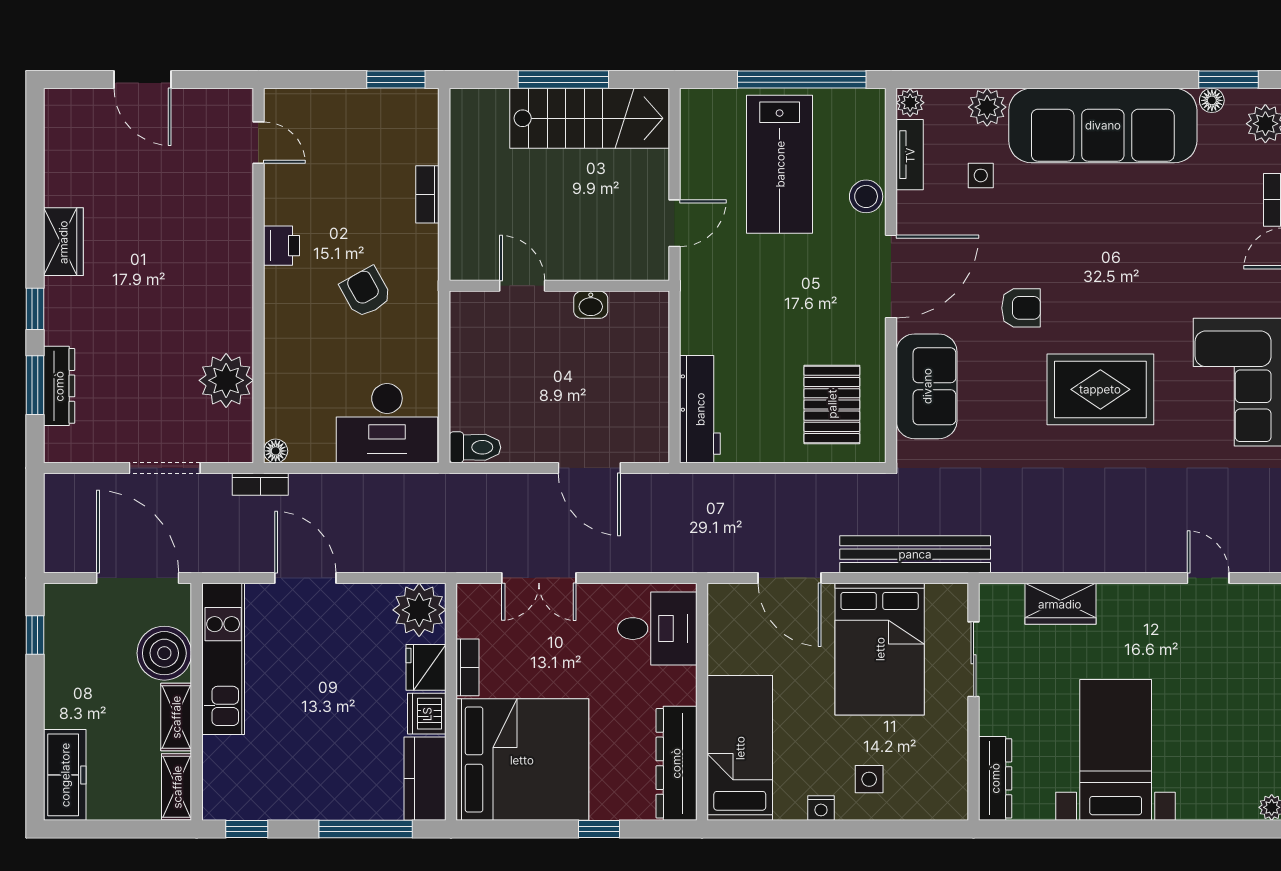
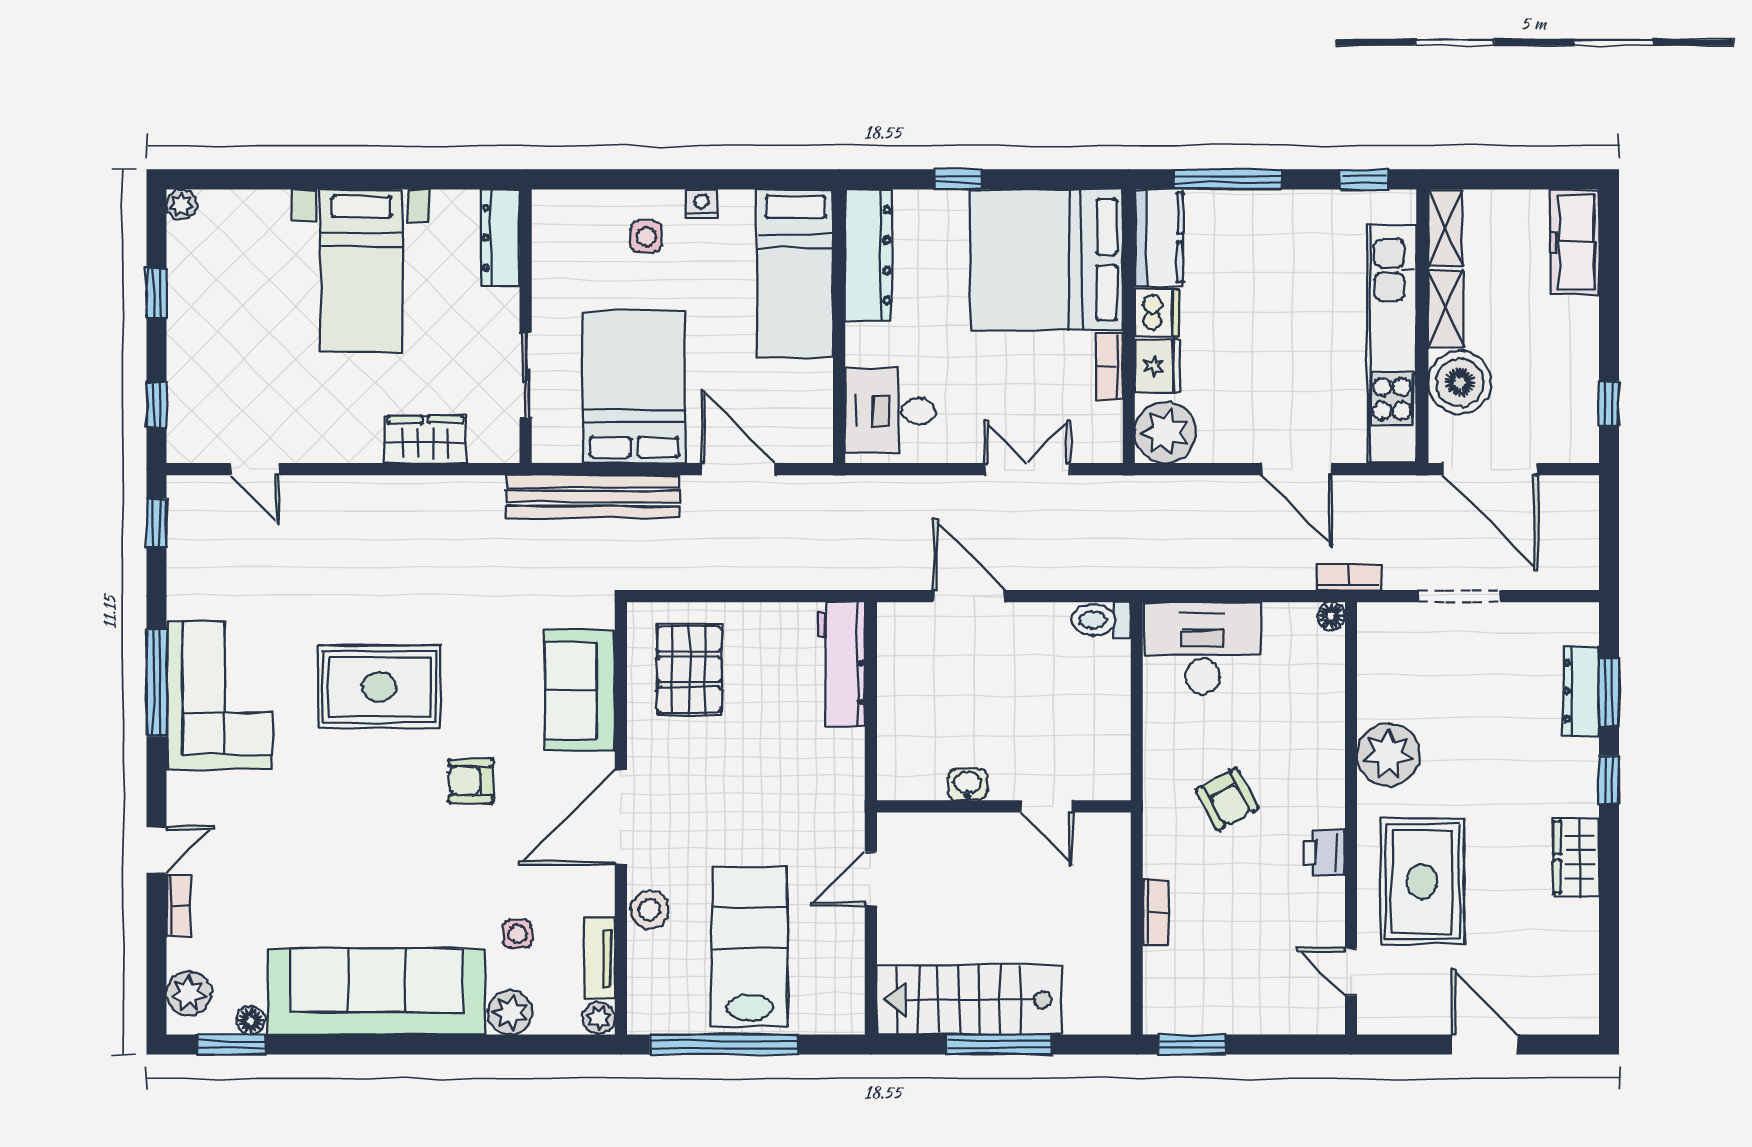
rug: (197, 221) -> (1422, 881), added
plant: (226, 380) -> (1388, 754), moved
kitchen unit: (223, 659) -> (1392, 344), width x1.36

